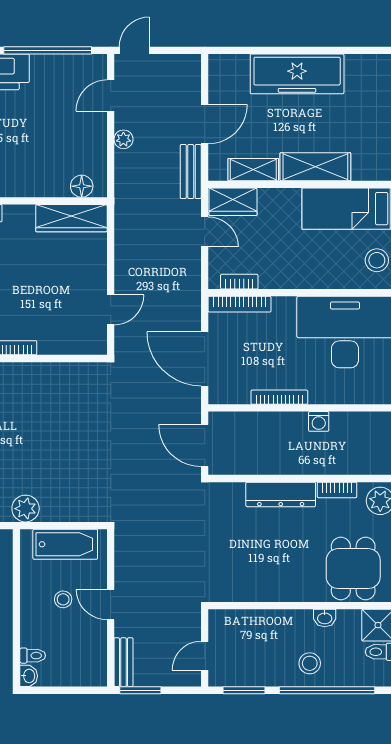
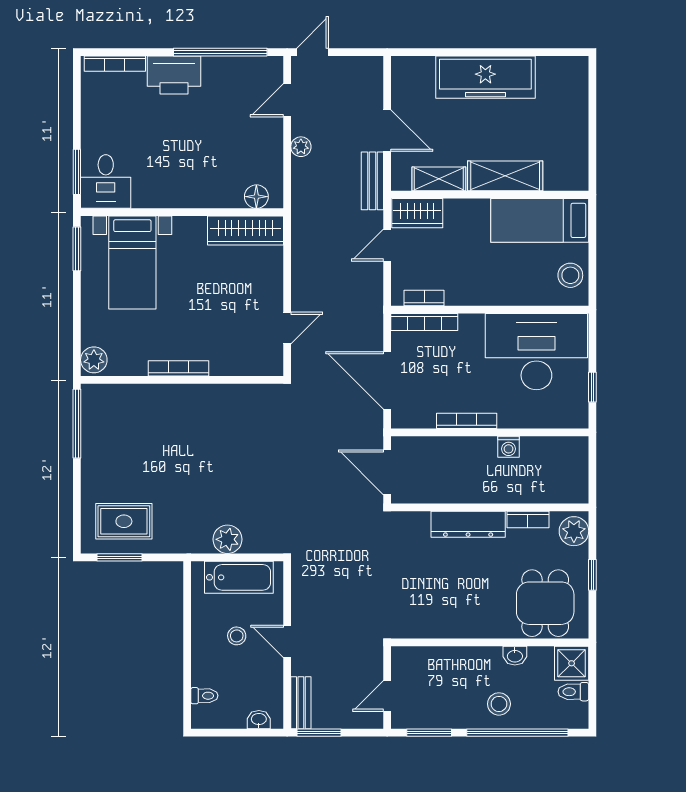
door: (205, 124) -> (387, 131), hinge flipped
door: (205, 232) -> (387, 245), swing flipped
plant: (26, 509) -> (227, 539), moved
washbasin: (29, 676) -> (259, 720), moved, turned -90

